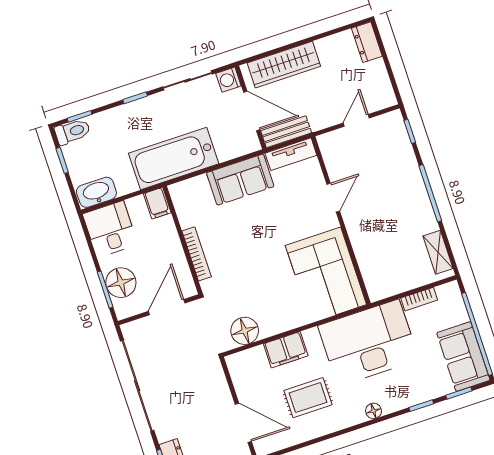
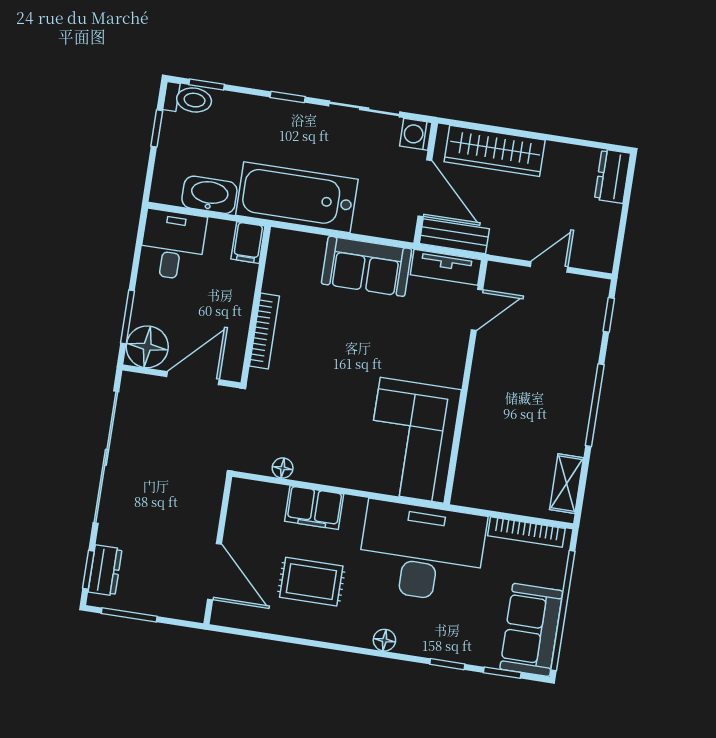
washbasin: (96, 192) -> (209, 195), moved
door: (333, 198) -> (477, 310), moved
floor lamp: (121, 283) -> (147, 347), moved
bookcase: (419, 299) -> (526, 532), width x1.56
floor lamp: (245, 331) -> (283, 468), width x0.53, depth x0.53

